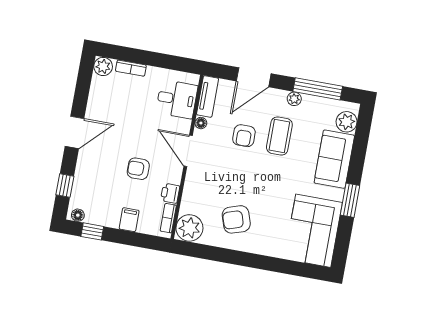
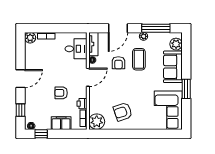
door: (188, 151) -> (88, 77), swing flipped
filing cabinet: (129, 220) -> (61, 123), width x2.00

